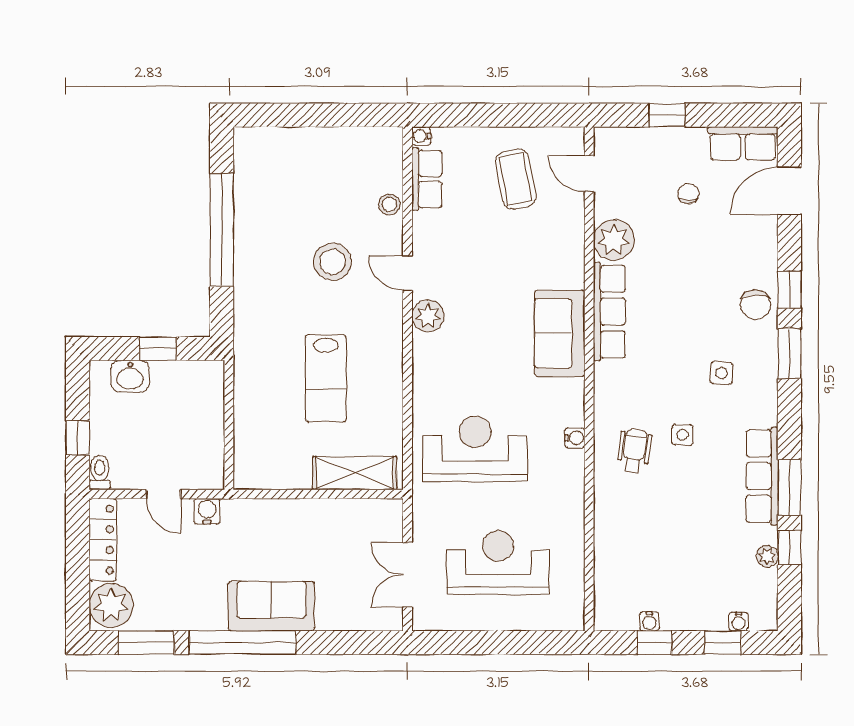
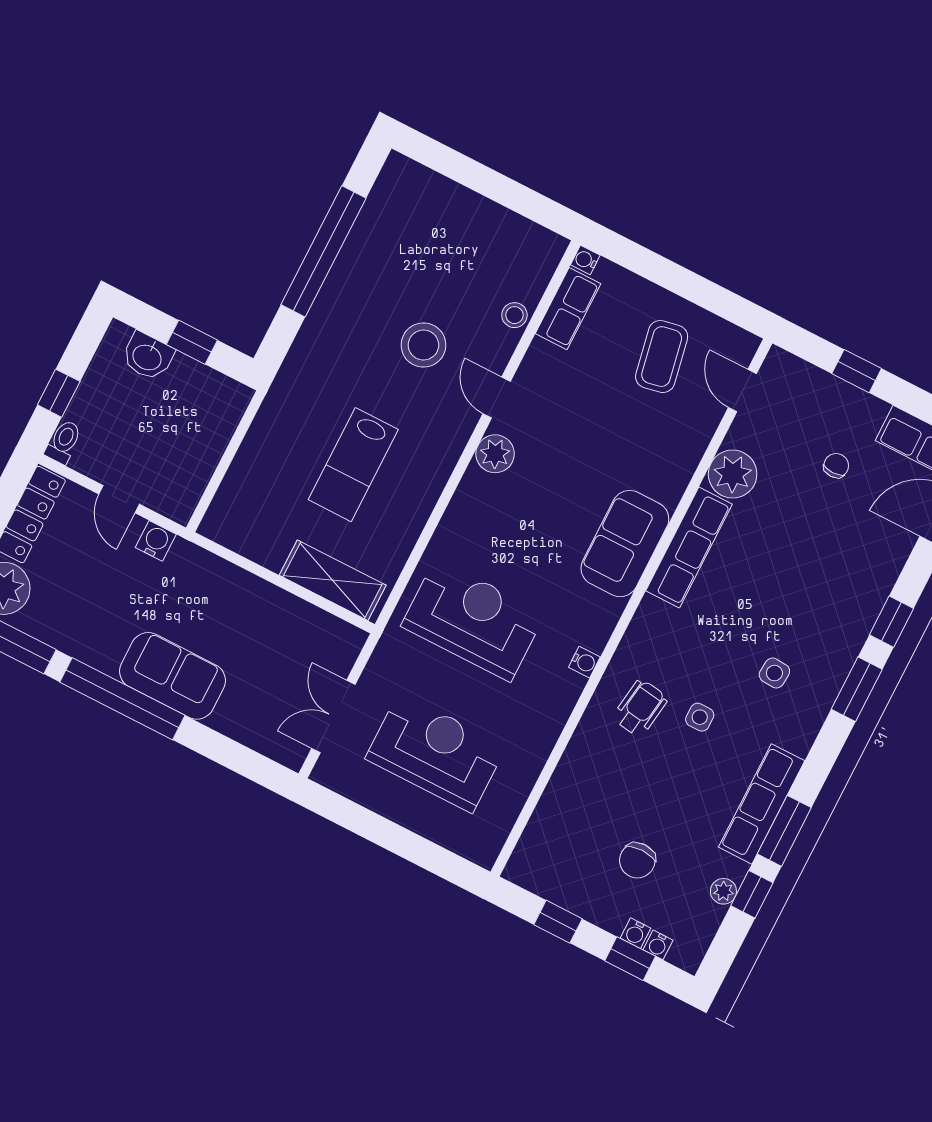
chair: (755, 305) -> (637, 860), moved
water cooler: (649, 621) -> (636, 933), moved

